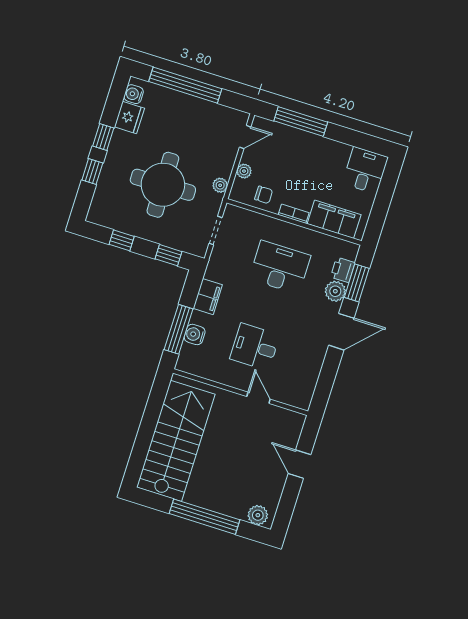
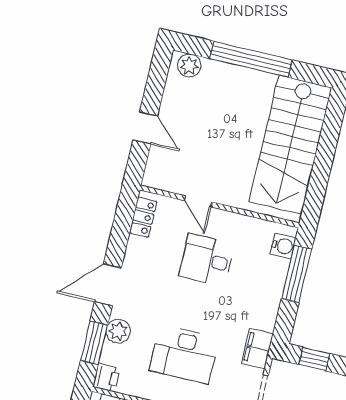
printer: (343, 270) -> (106, 377), moved
filing cabinet: (208, 297) -> (257, 348), moved
water cooler: (195, 334) -> (283, 246), moved
desk: (255, 347) -> (207, 260), turned 180
locker: (307, 388) -> (143, 217), added

